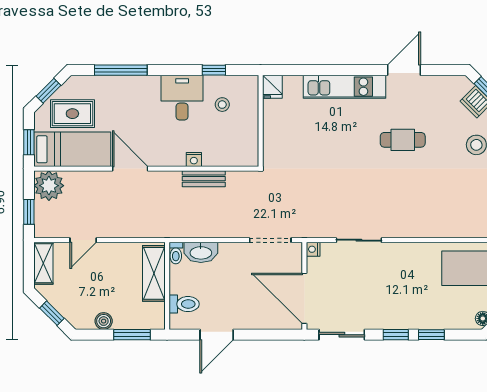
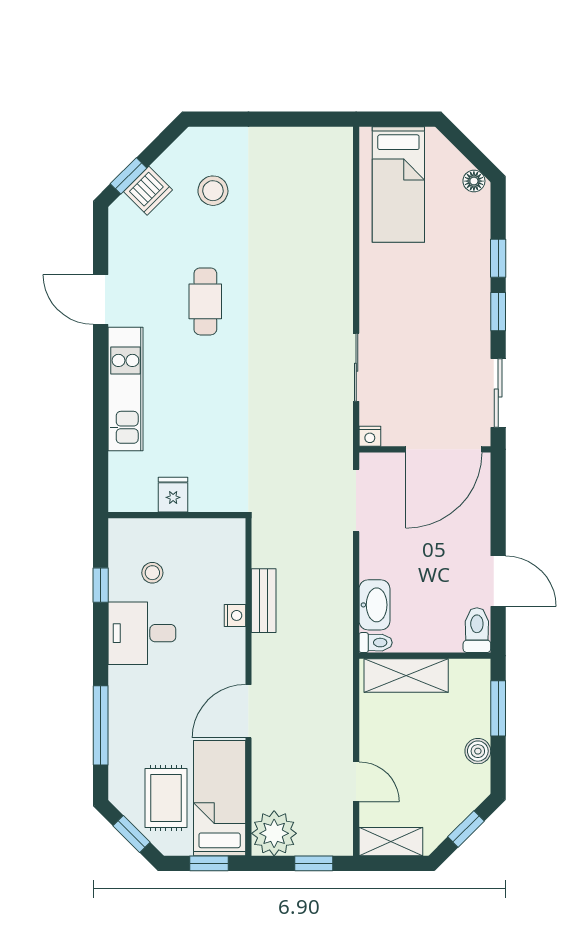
fridge: (272, 87) -> (173, 495), moved, turned -90
toilet: (184, 304) -> (477, 630), moved

